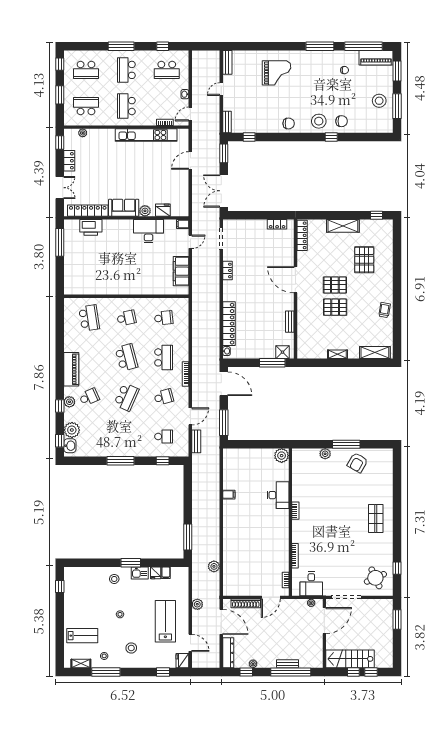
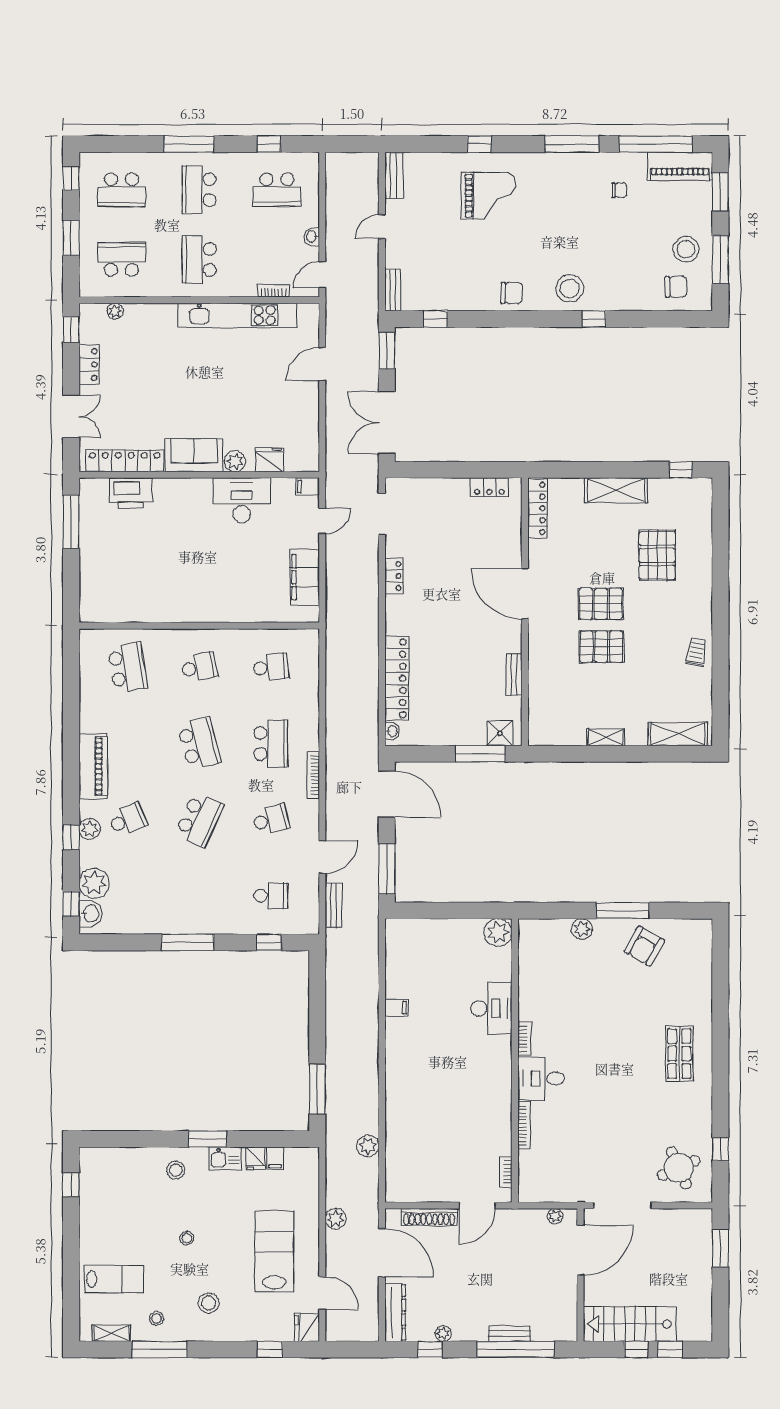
window: (272, 46) -> (479, 144), added
chair: (342, 121) -> (676, 287), moved
desk: (311, 584) -> (541, 1078), moved, turned 90

